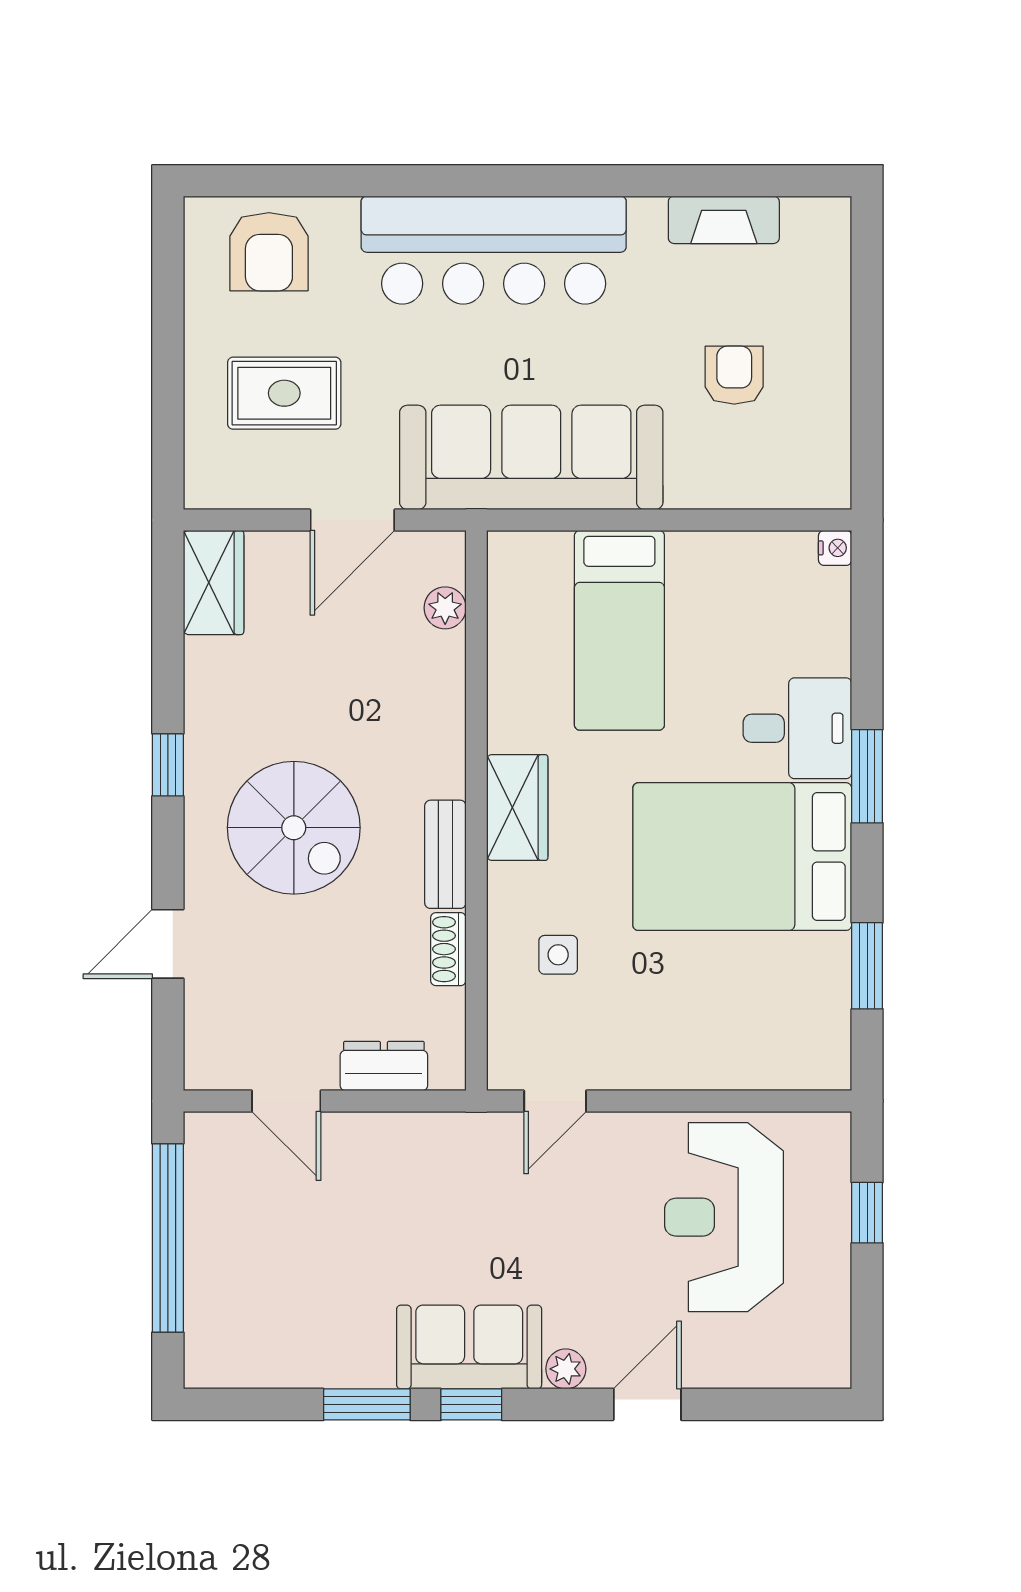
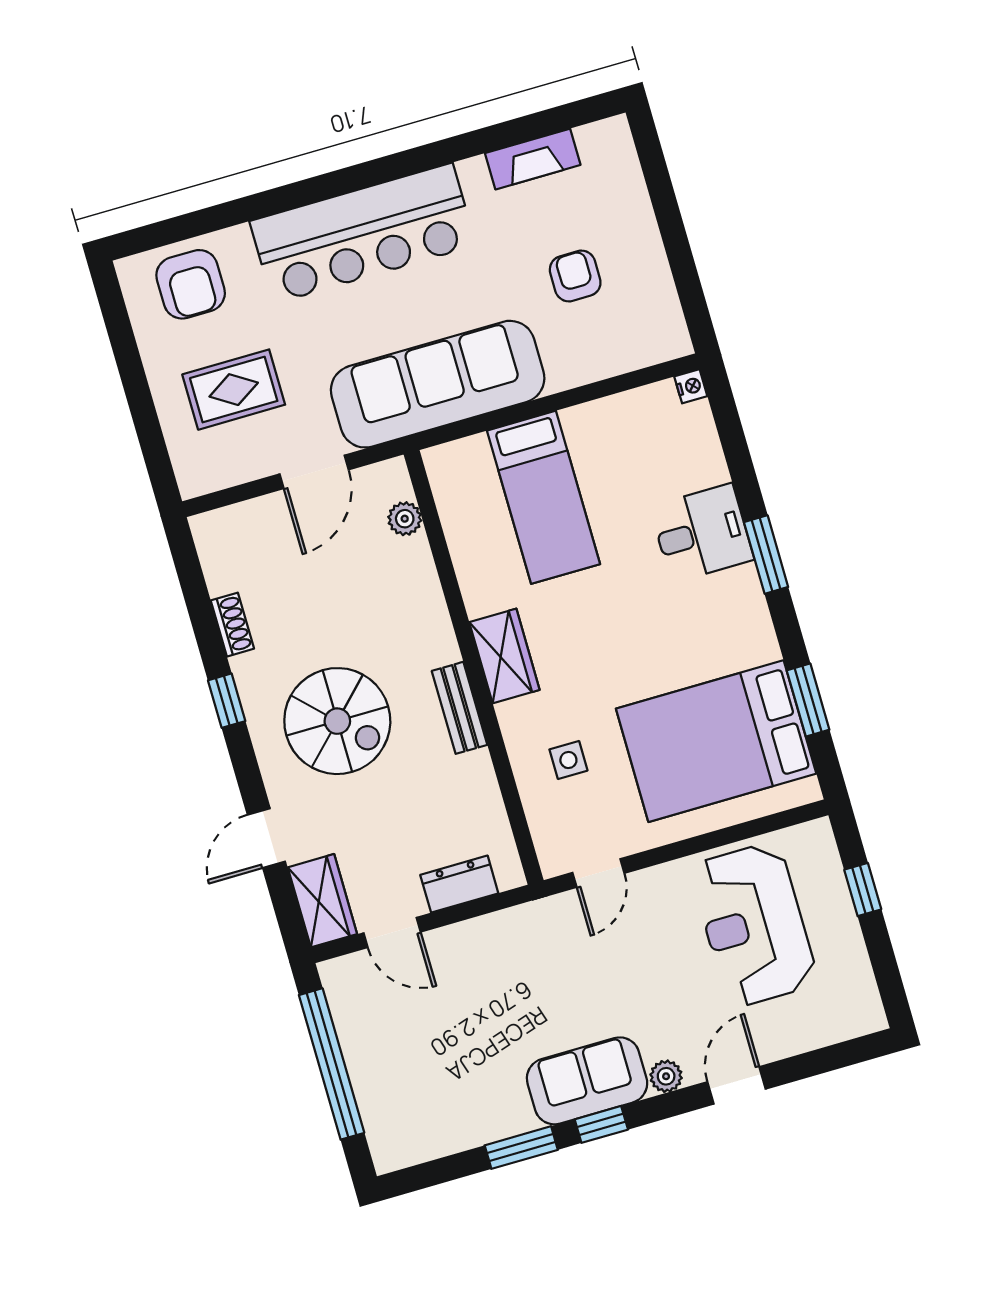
wardrobe: (214, 582) -> (322, 901), moved
bed: (742, 857) -> (716, 741), moved
shoe rack: (448, 949) -> (232, 625), moved, turned 180

